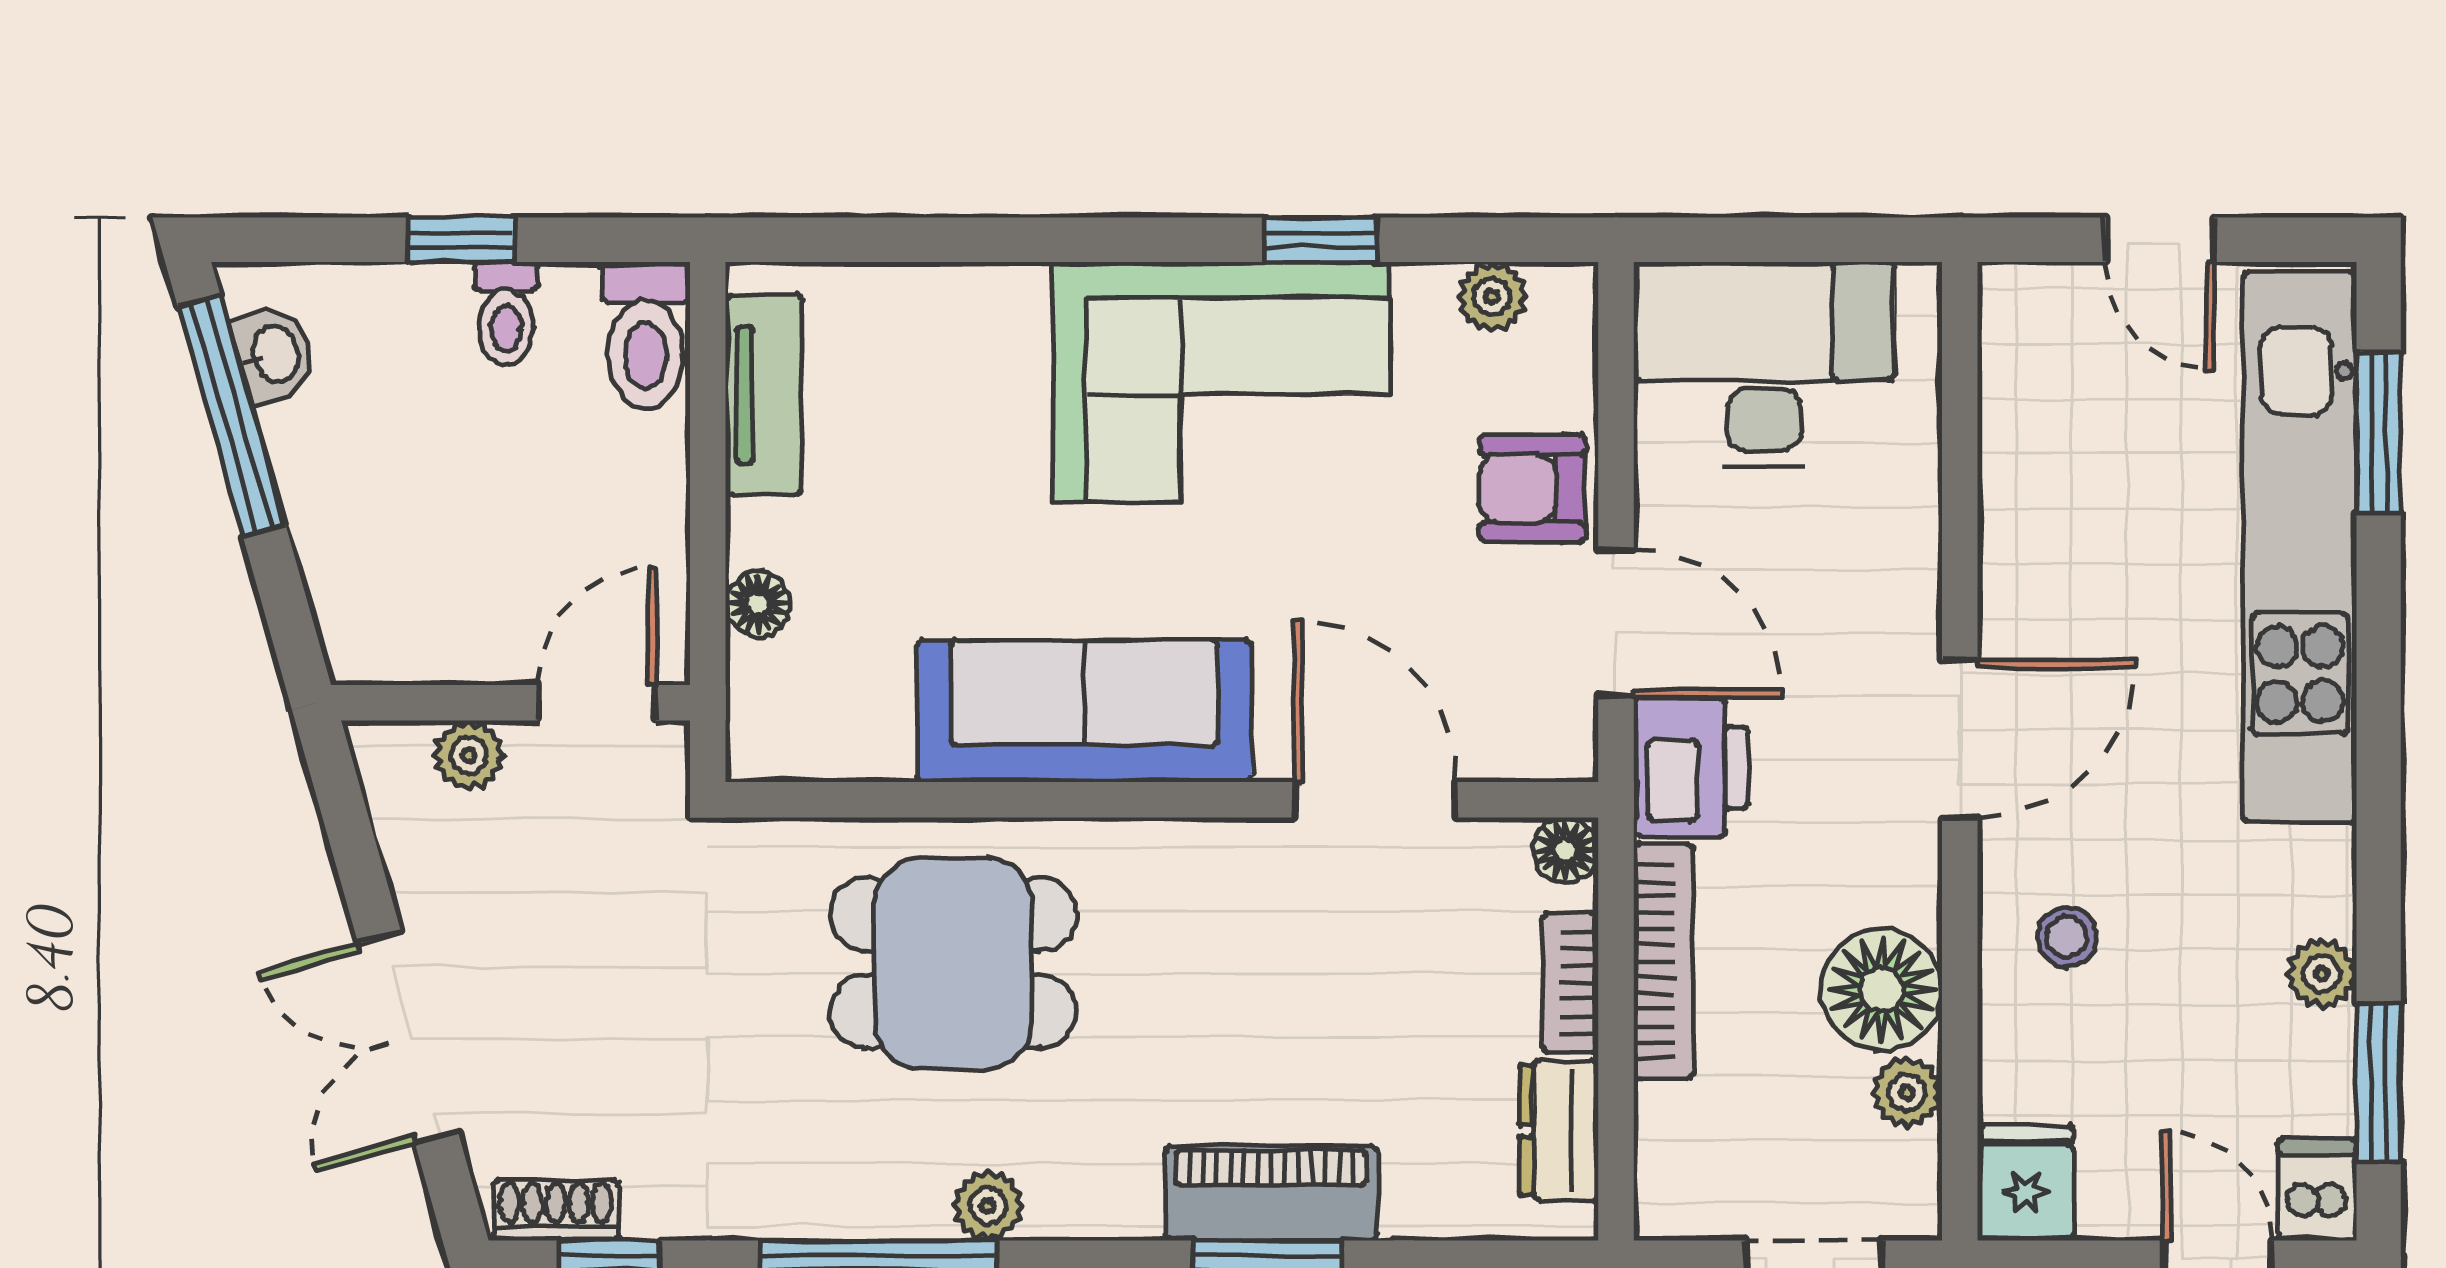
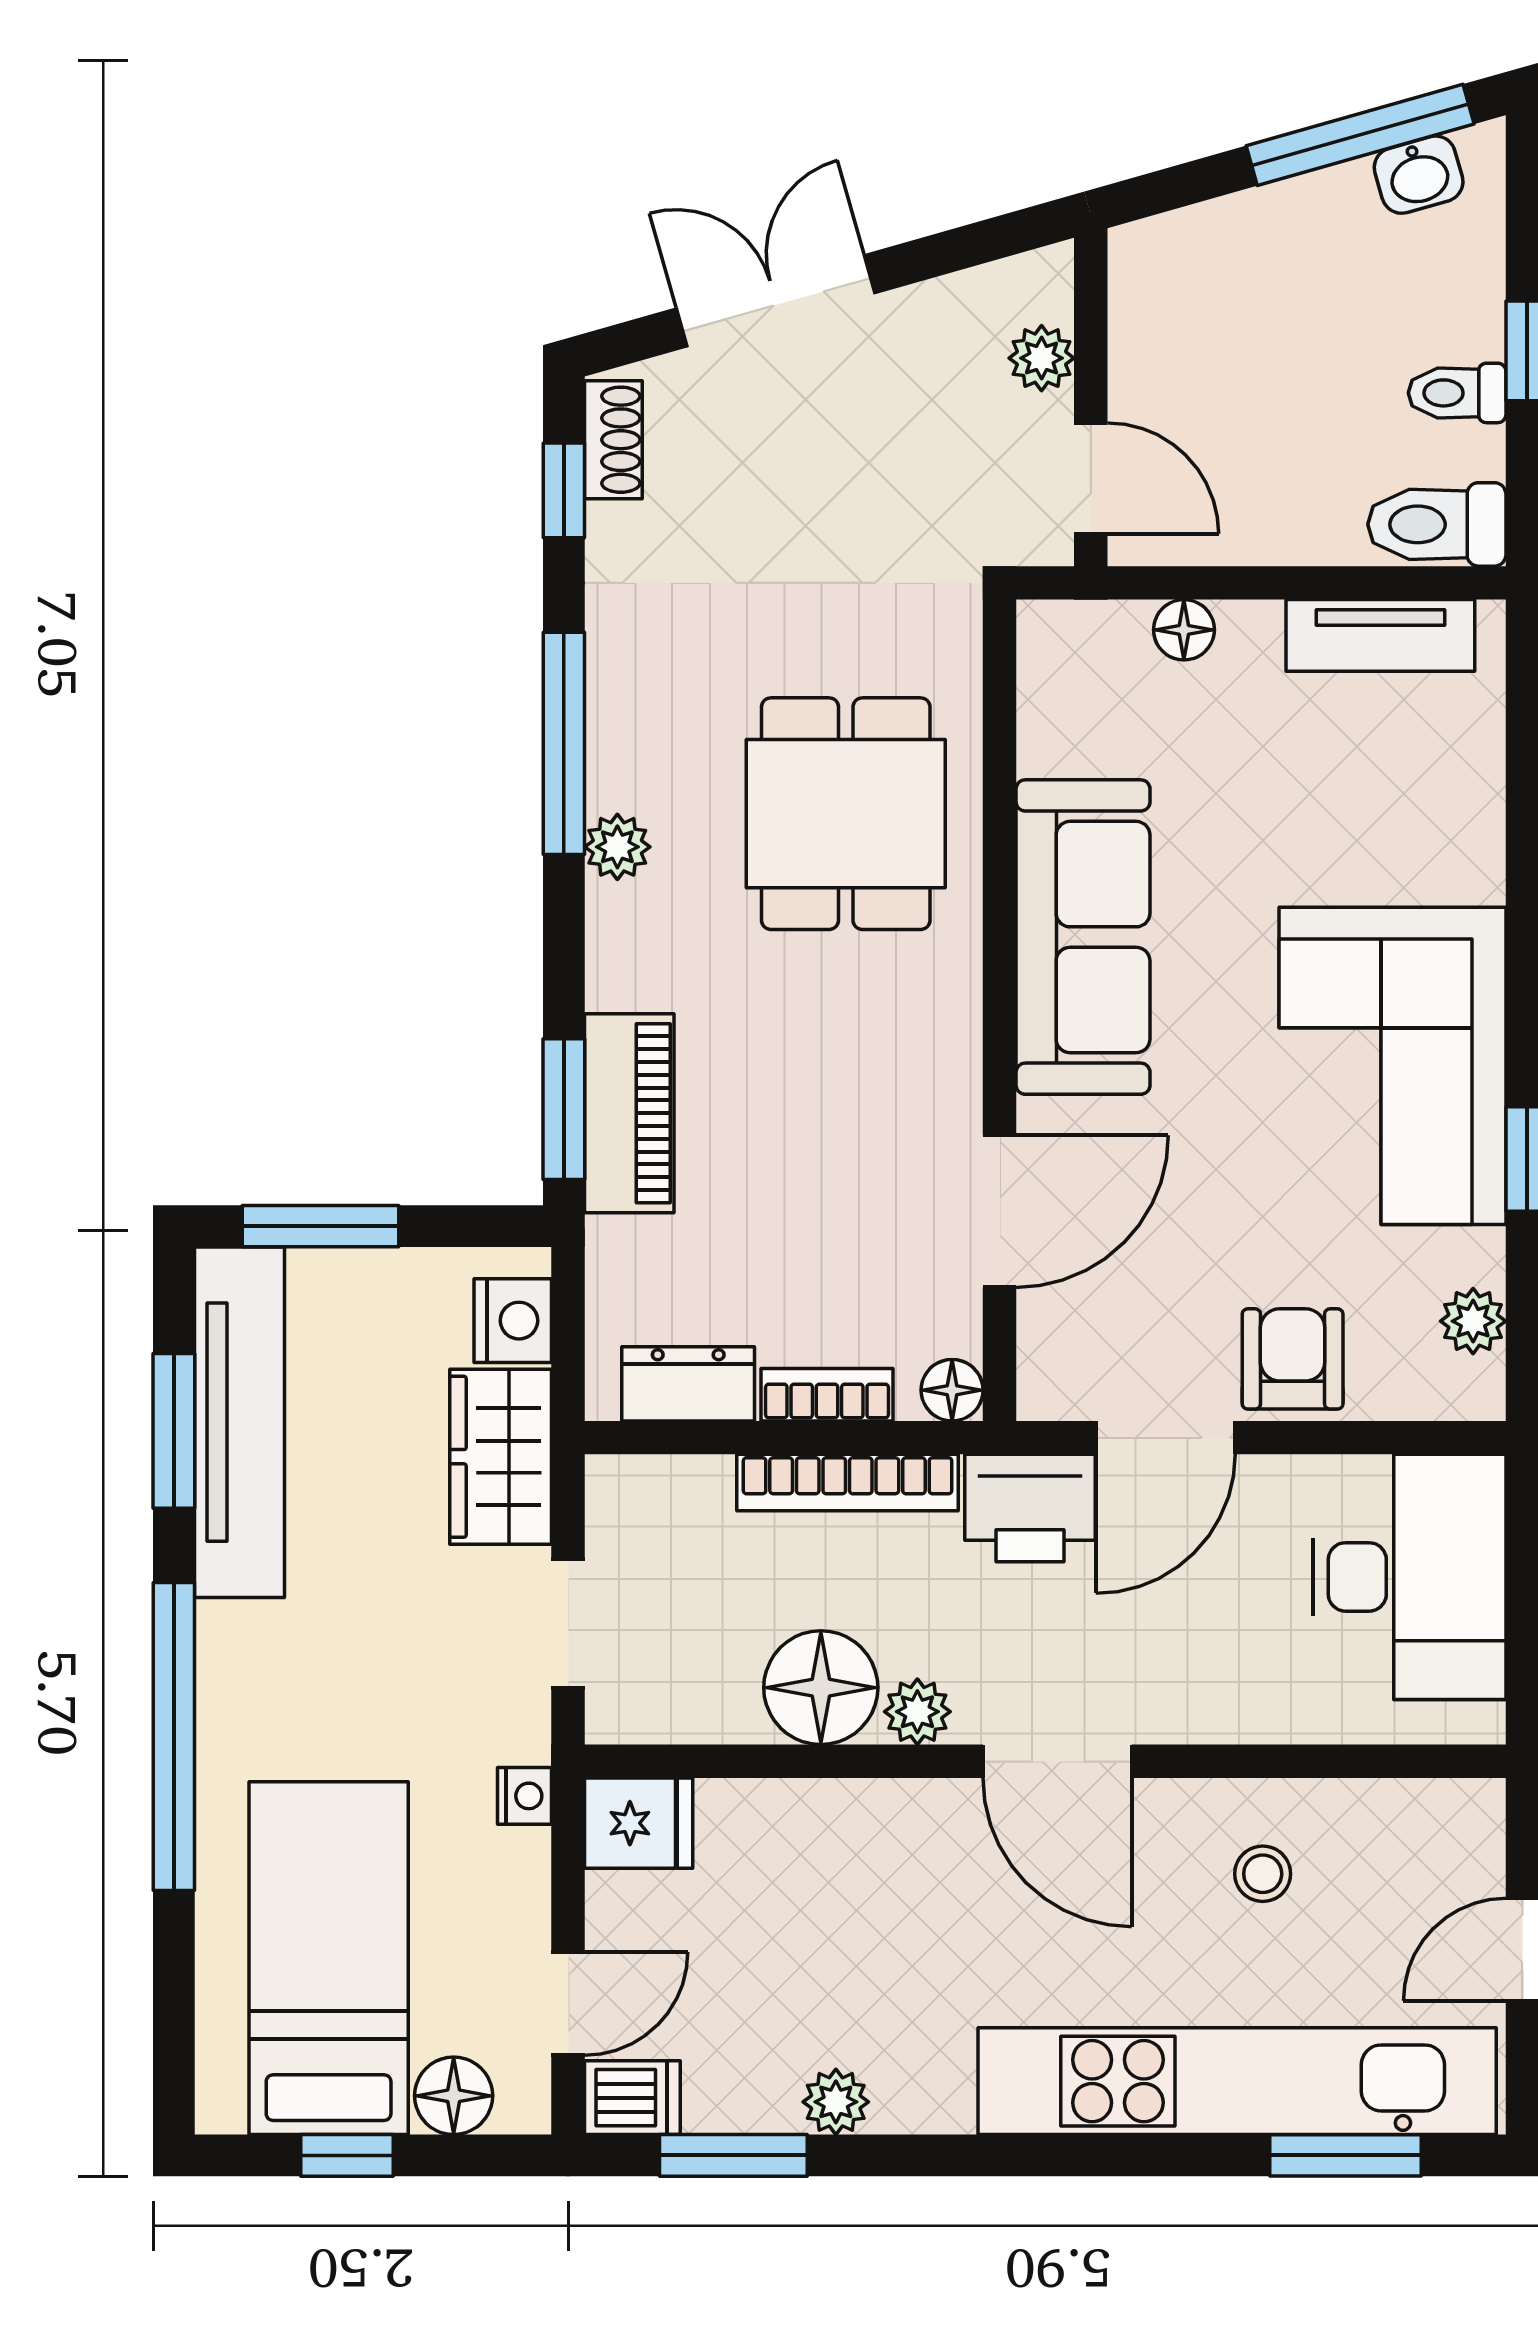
stool: (2067, 937) -> (1263, 1874), moved
plant: (1907, 1092) -> (917, 1712), moved

